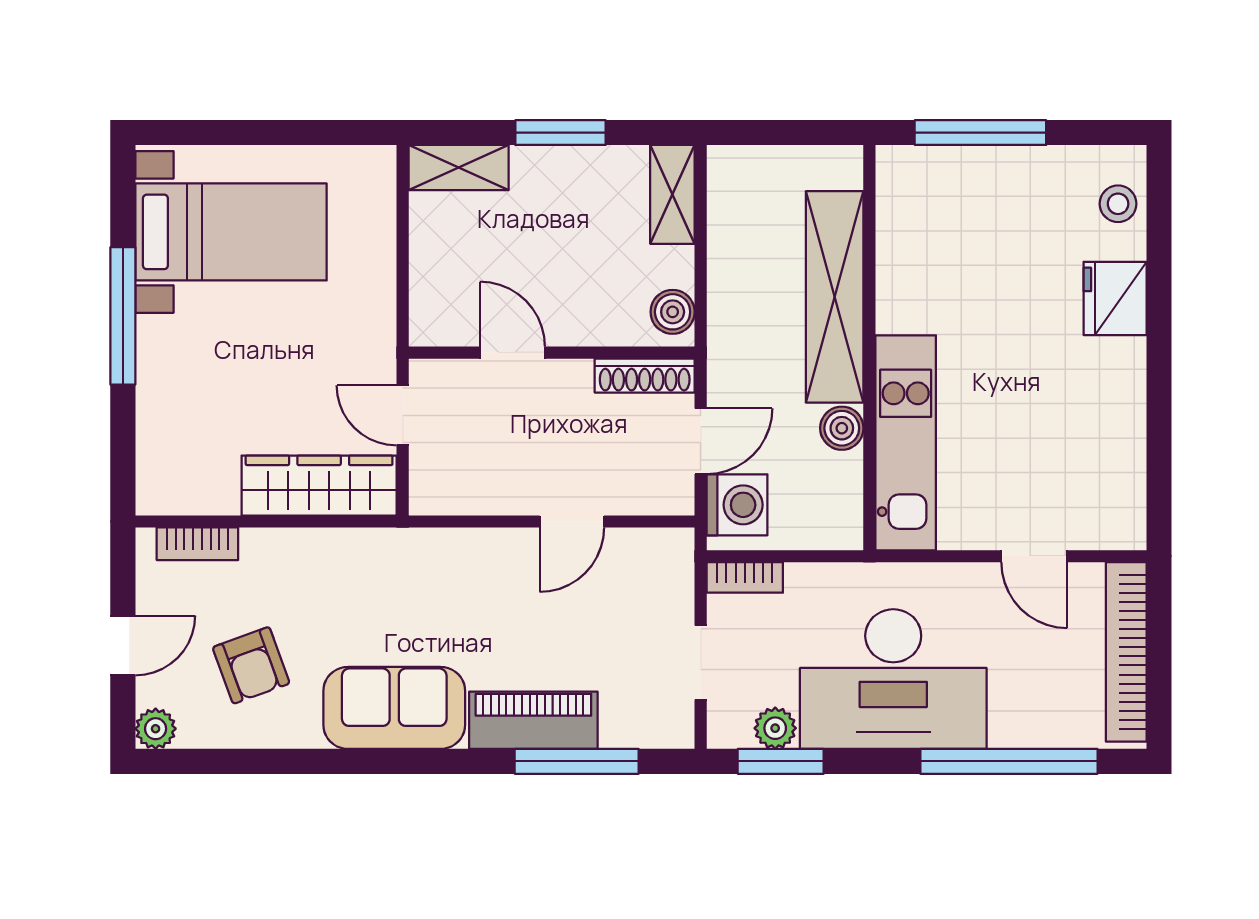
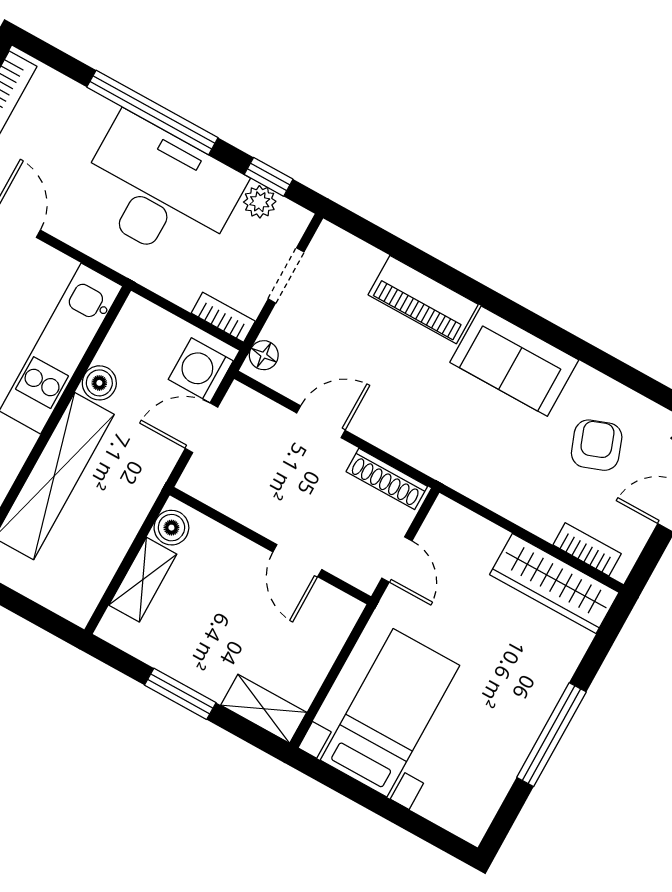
shelving: (672, 194) -> (143, 580), moved
bed with nightstands: (231, 232) -> (390, 713), moved, turned 90
shoe rack: (645, 376) -> (387, 479), moved, turned 180
wardrobe: (319, 486) -> (554, 583), moved
floor lamp: (676, 560) -> (264, 355), added
window: (577, 761) -> (409, 255), removed
window: (781, 761) -> (269, 177), width x0.67
window: (1009, 761) -> (152, 112), moved

